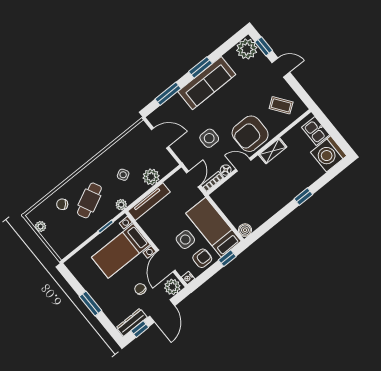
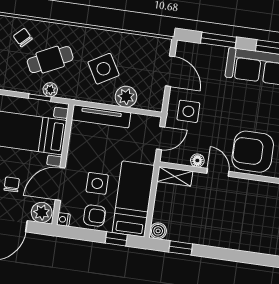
side table: (209, 138) -> (188, 111), moved
shelving: (273, 151) -> (175, 176), moved
side table: (123, 175) -> (104, 69), width x1.87, depth x1.87
bookcase: (212, 182) -> (175, 158), removed
window: (303, 197) -> (181, 248), moved
plant: (121, 205) -> (50, 90), moved

